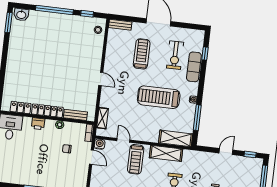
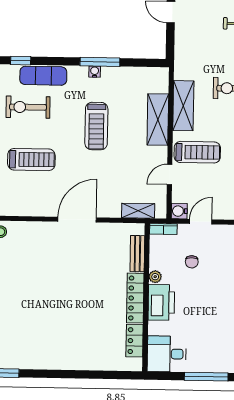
treadmill: (142, 54) -> (31, 160), turned 180
exercise bike: (175, 55) -> (28, 107), turned 180
door: (101, 79) -> (77, 220), width x1.88
treadmill: (159, 97) -> (96, 126), width x0.73, depth x0.73
window: (197, 118) -> (100, 62), moved
printer: (38, 124) -> (161, 302), width x1.87, depth x1.48
shelving: (176, 138) -> (158, 120), moved

